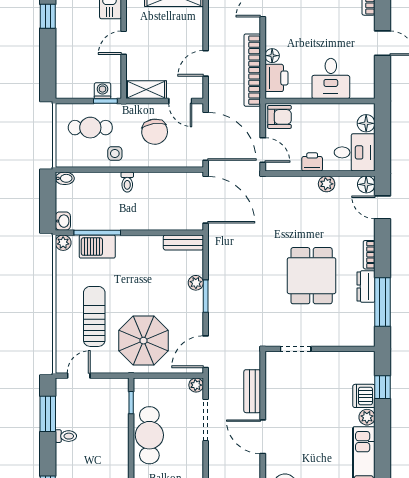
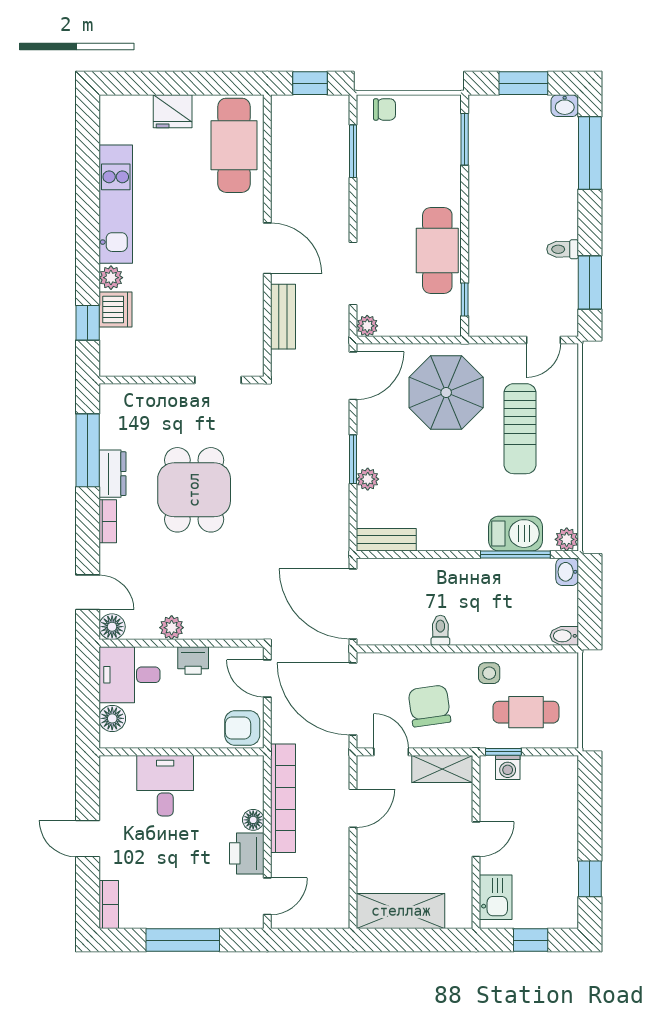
printer: (276, 78) -> (247, 853), moved
toilet: (127, 182) -> (440, 630), moved

